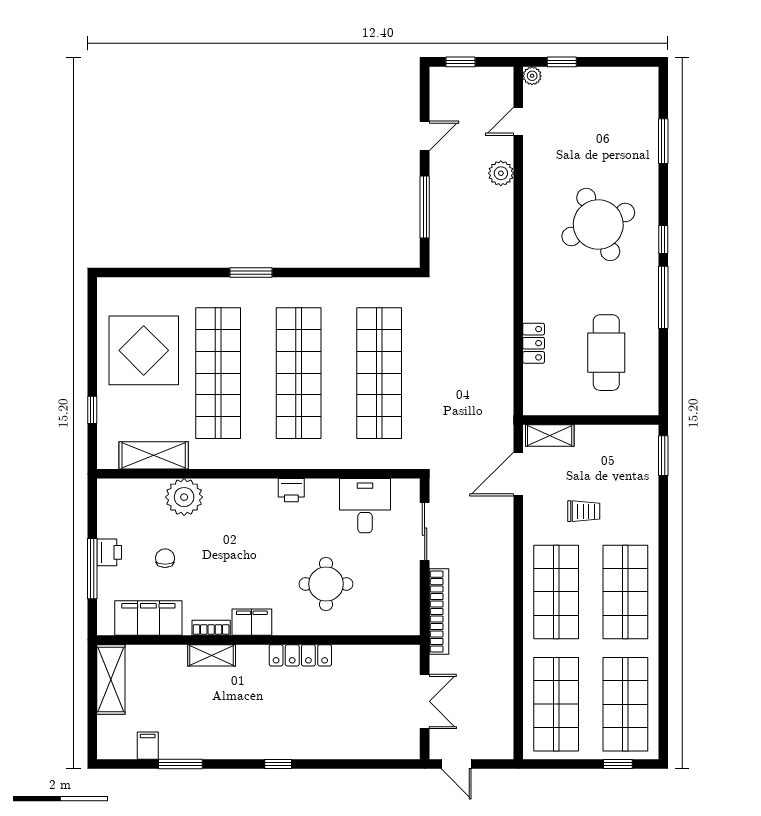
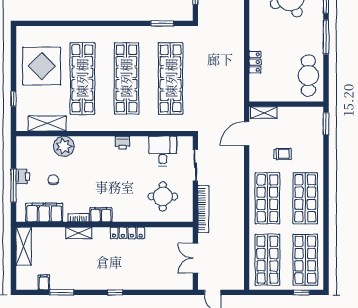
window: (251, 273) -> (162, 23), moved
cafe table: (606, 353) -> (308, 76), moved
round table: (326, 584) -> (163, 197), moved
double door: (425, 701) -> (195, 258), swing flipped

